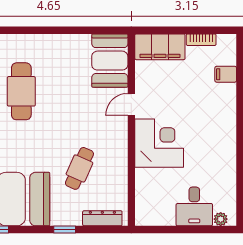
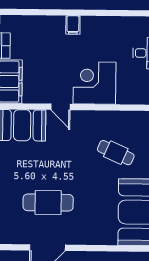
filing cabinet: (226, 74) -> (73, 25), moved

